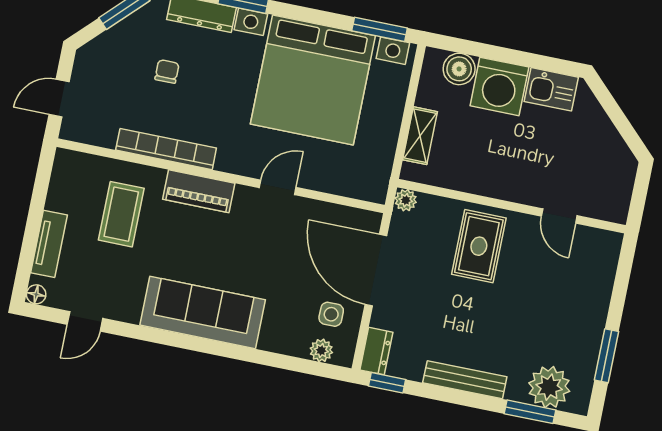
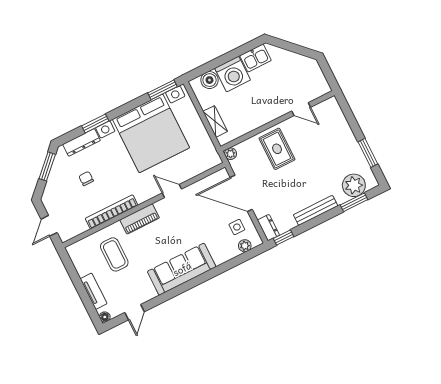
door: (278, 187) -> (172, 191), hinge flipped

